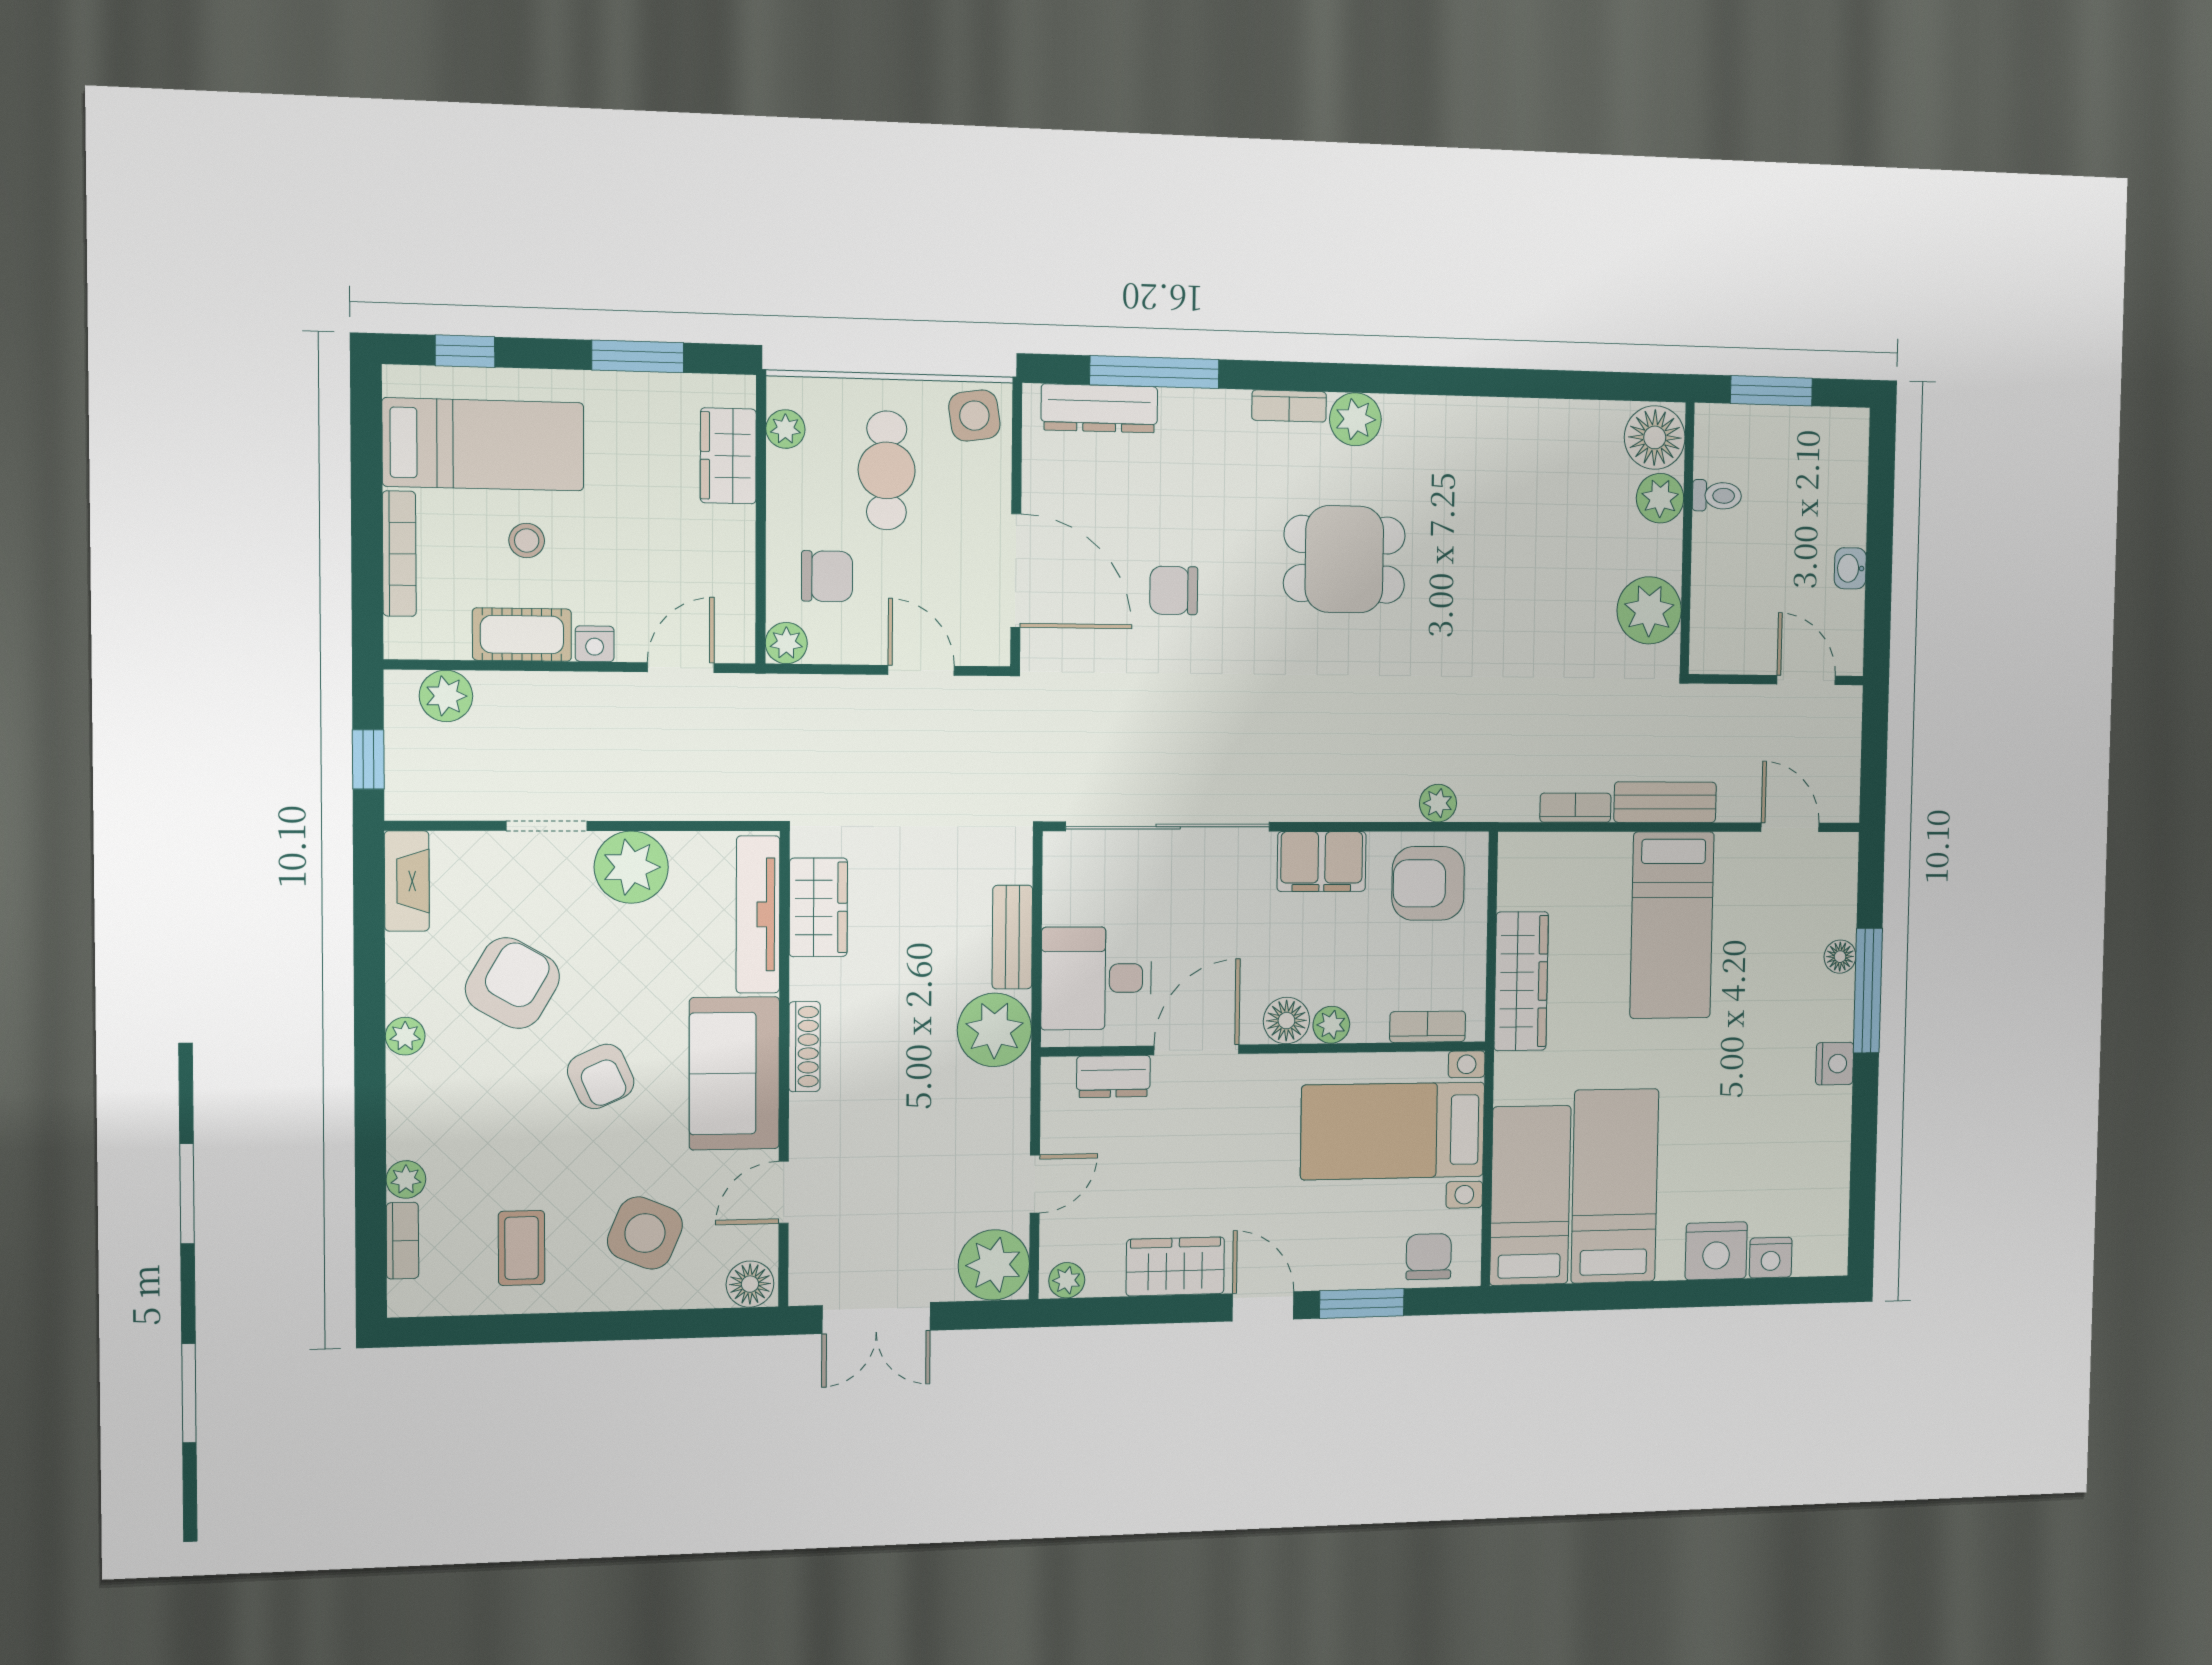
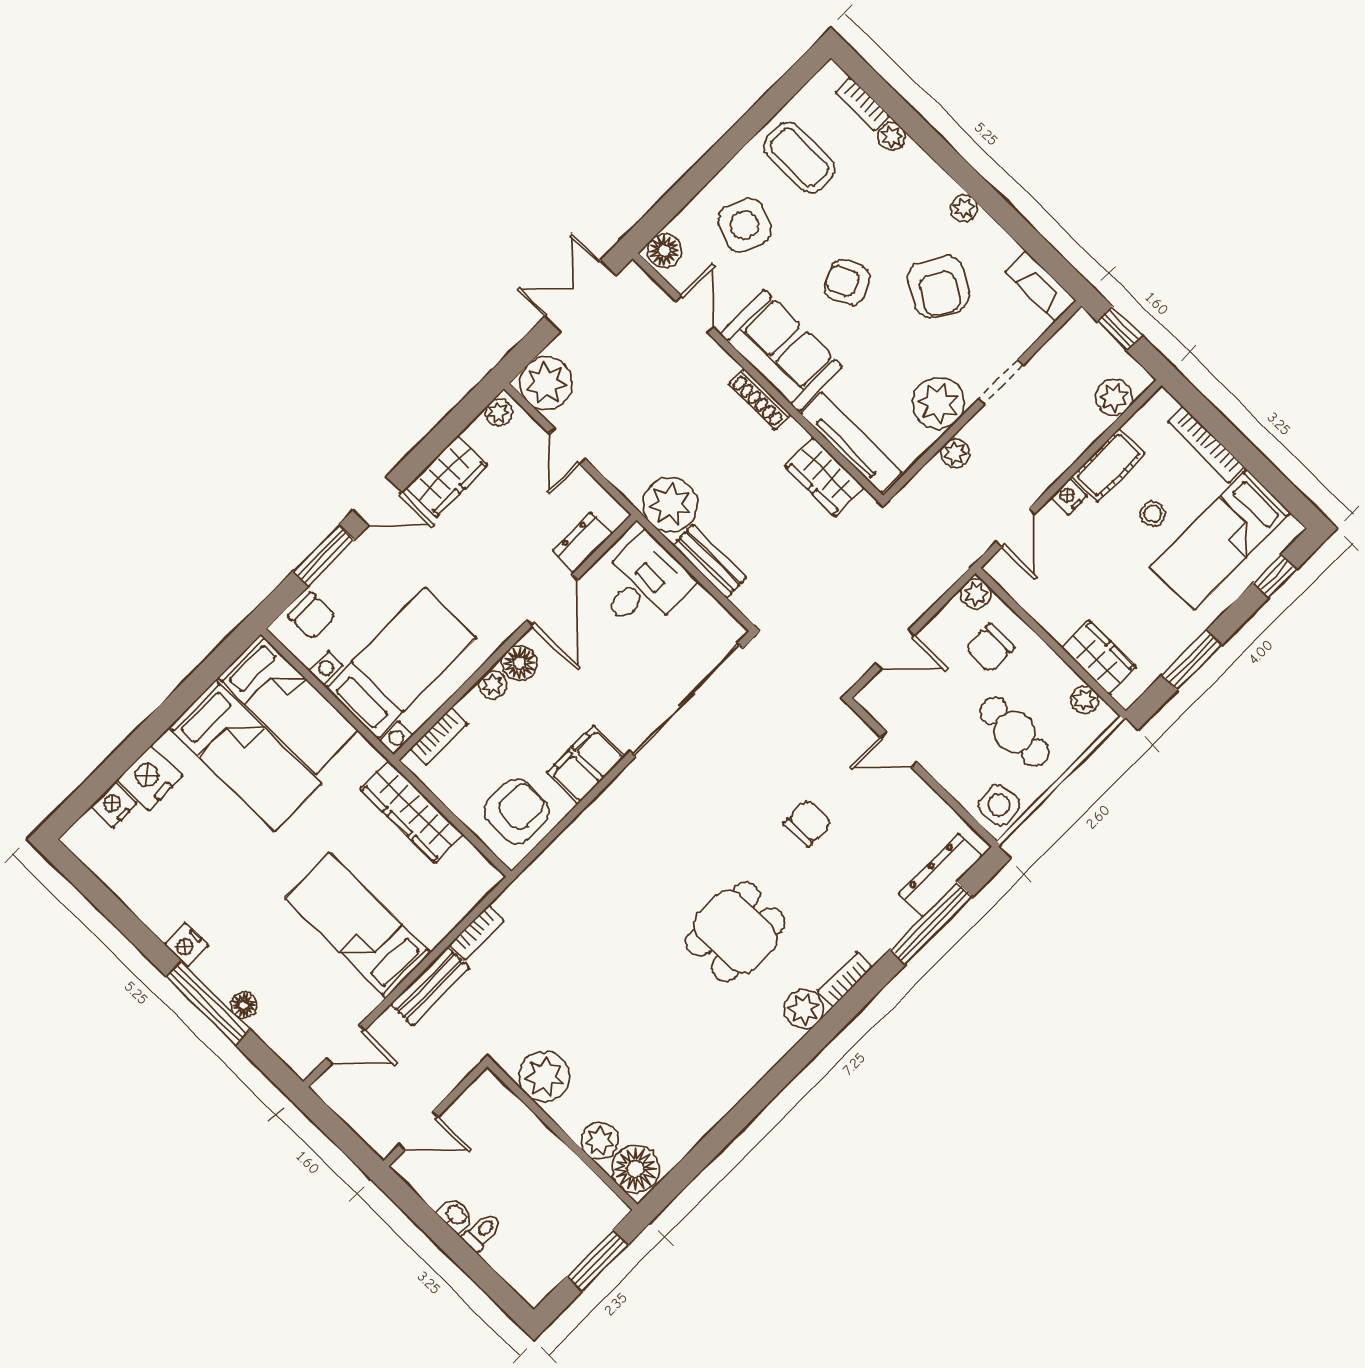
toilet: (1717, 496) -> (482, 1232), moved, turned 180
door: (1016, 571) -> (899, 749), width x0.53
plant: (1438, 803) -> (955, 453), moved
coffee table: (522, 1248) -> (799, 157), width x1.36, depth x1.30

